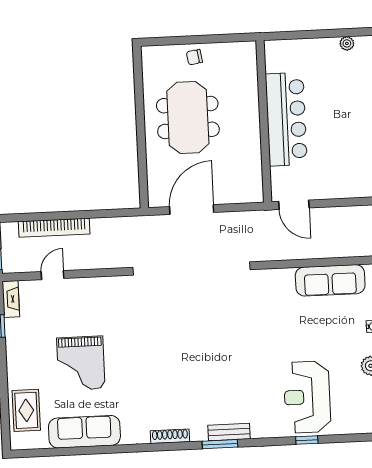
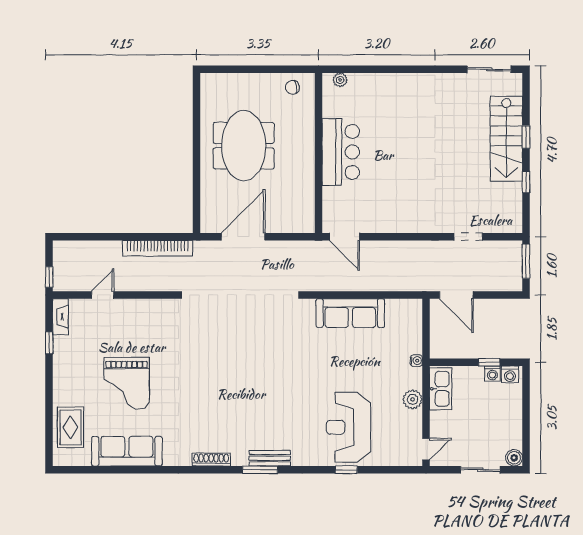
plant: (347, 43) -> (340, 80), moved
chair: (194, 57) -> (292, 87), moved
bar counter: (286, 119) -> (341, 152), width x0.73
bookcase: (54, 228) -> (158, 248), moved
sofa: (330, 280) -> (350, 313), moved

